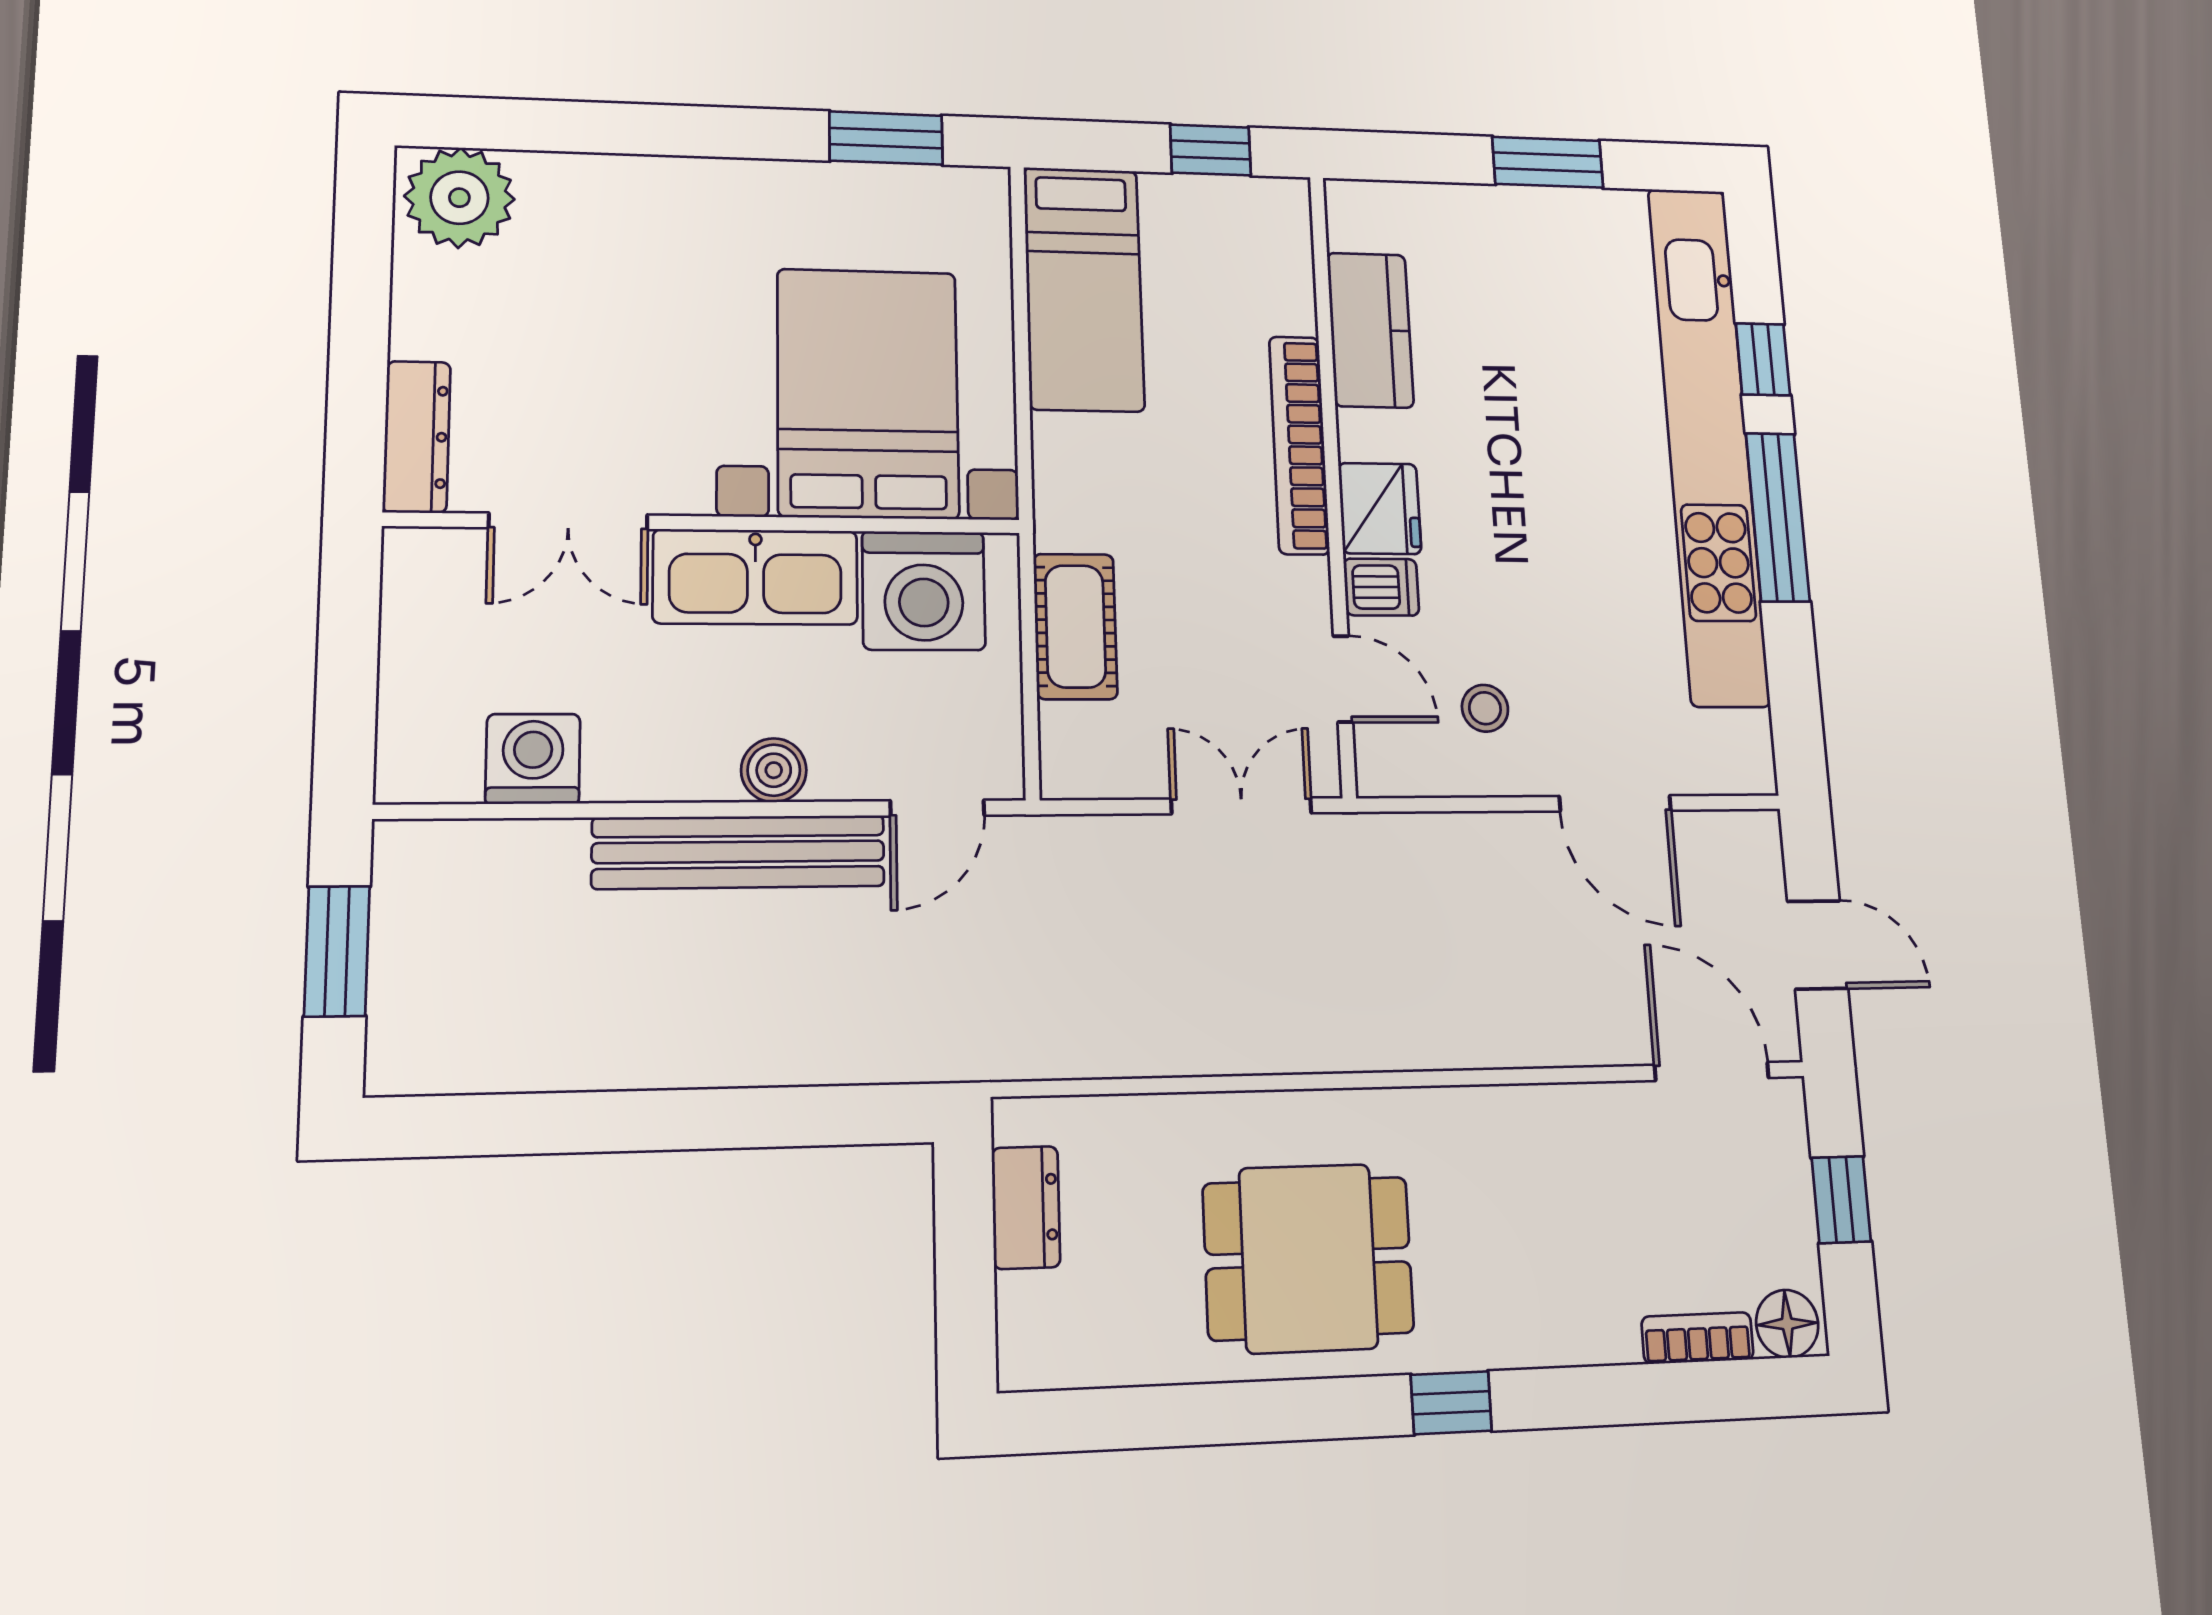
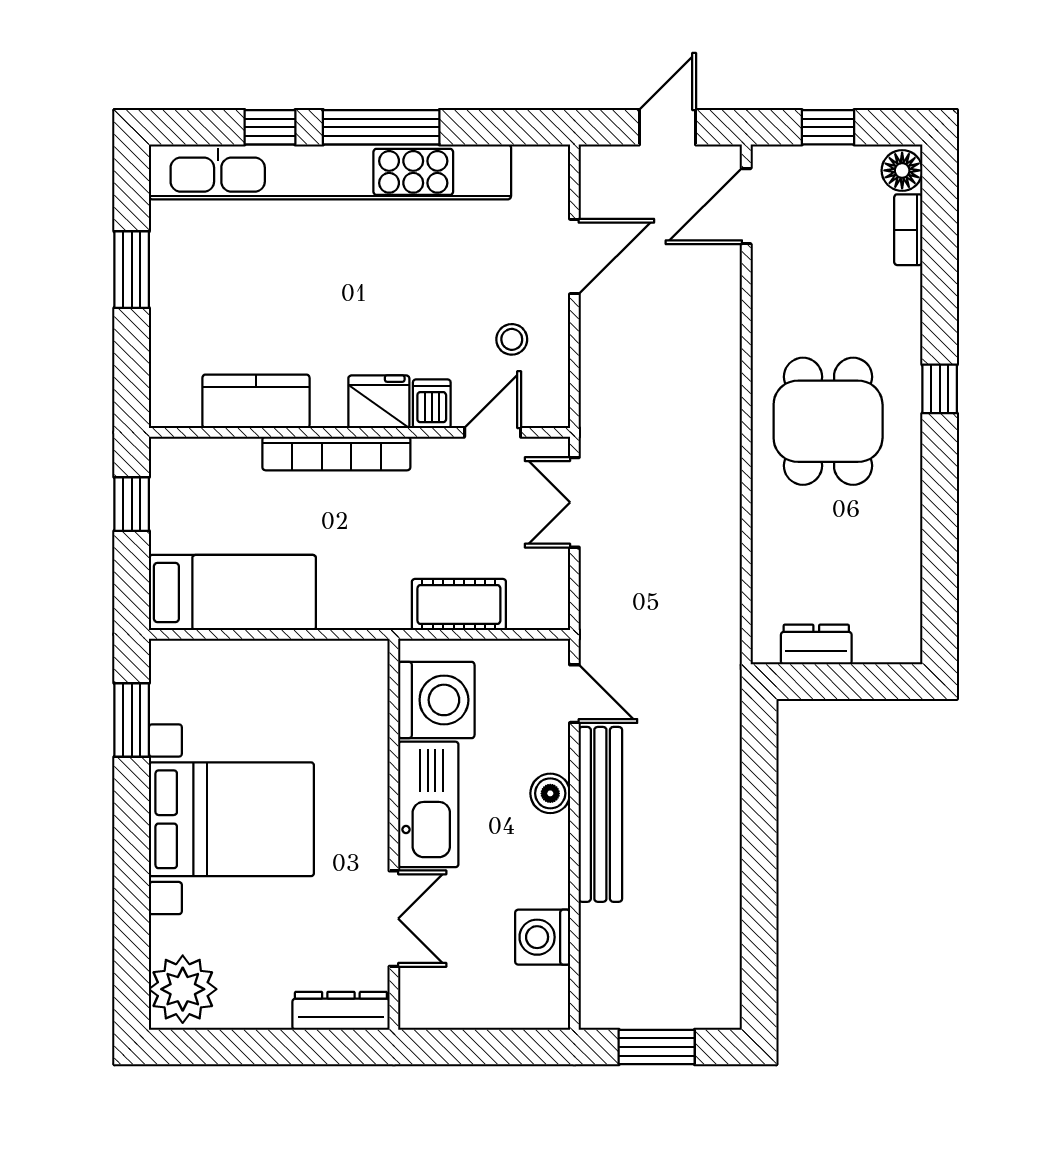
bed with nightstands: (868, 393) -> (231, 819), moved, turned 180
dining table: (1308, 1258) -> (828, 421), moved

